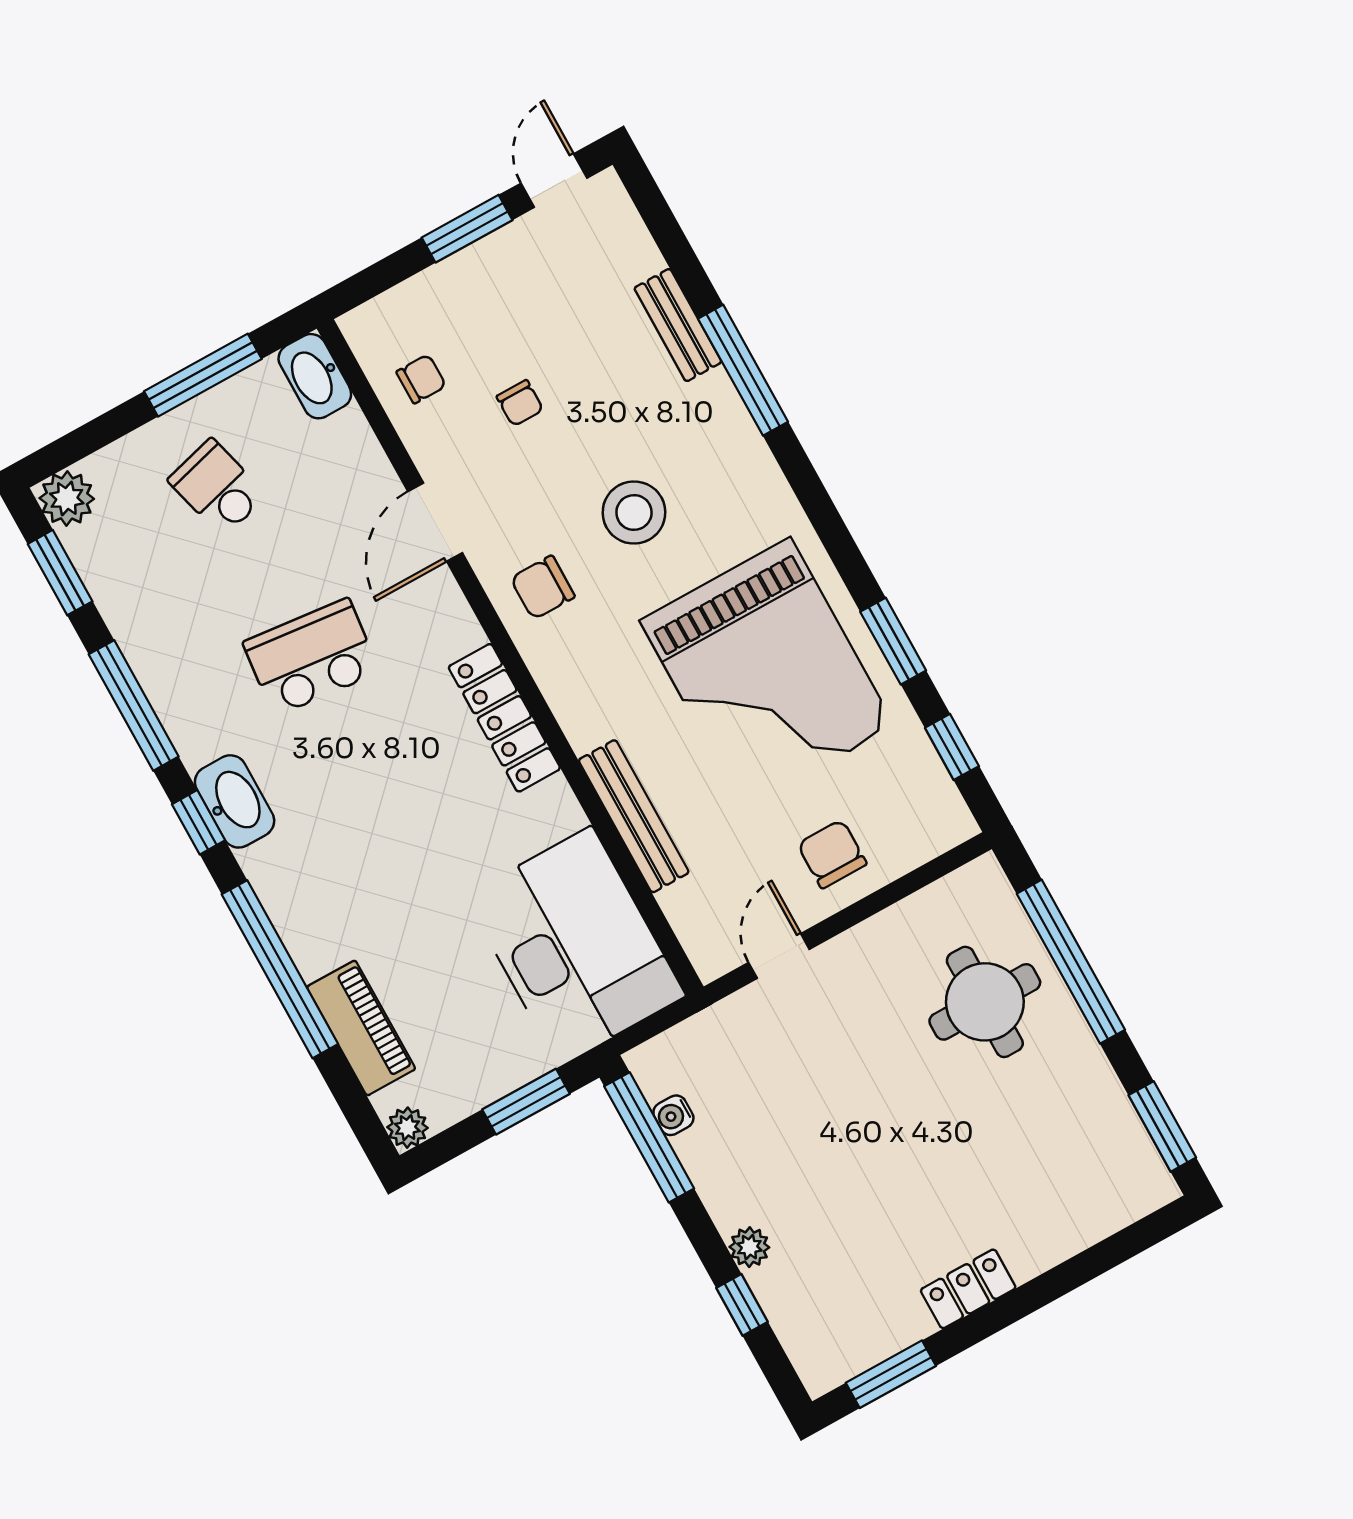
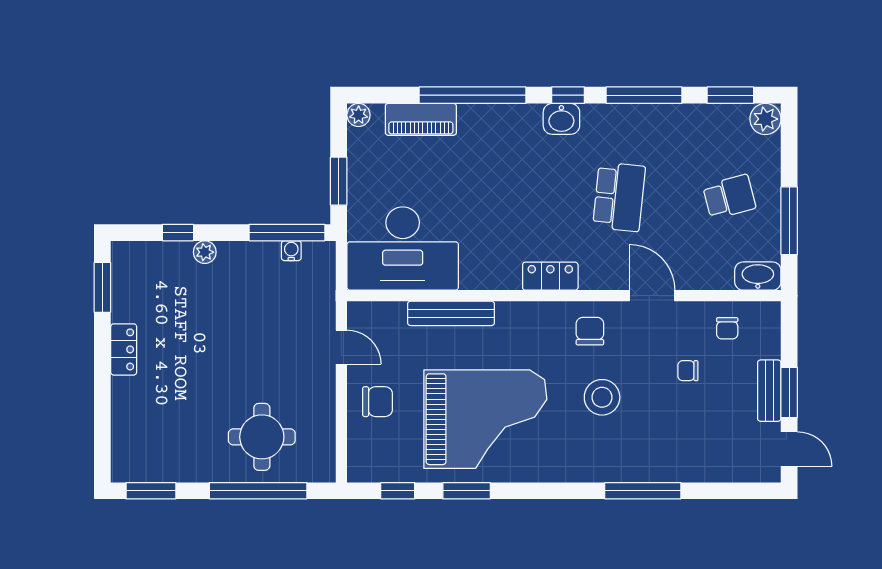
bench: (678, 325) -> (769, 391), moved, turned 90
grand piano: (767, 673) -> (485, 419), turned 180
locker: (504, 718) -> (550, 276), width x0.66
washbasin: (235, 801) -> (561, 119), width x0.72

